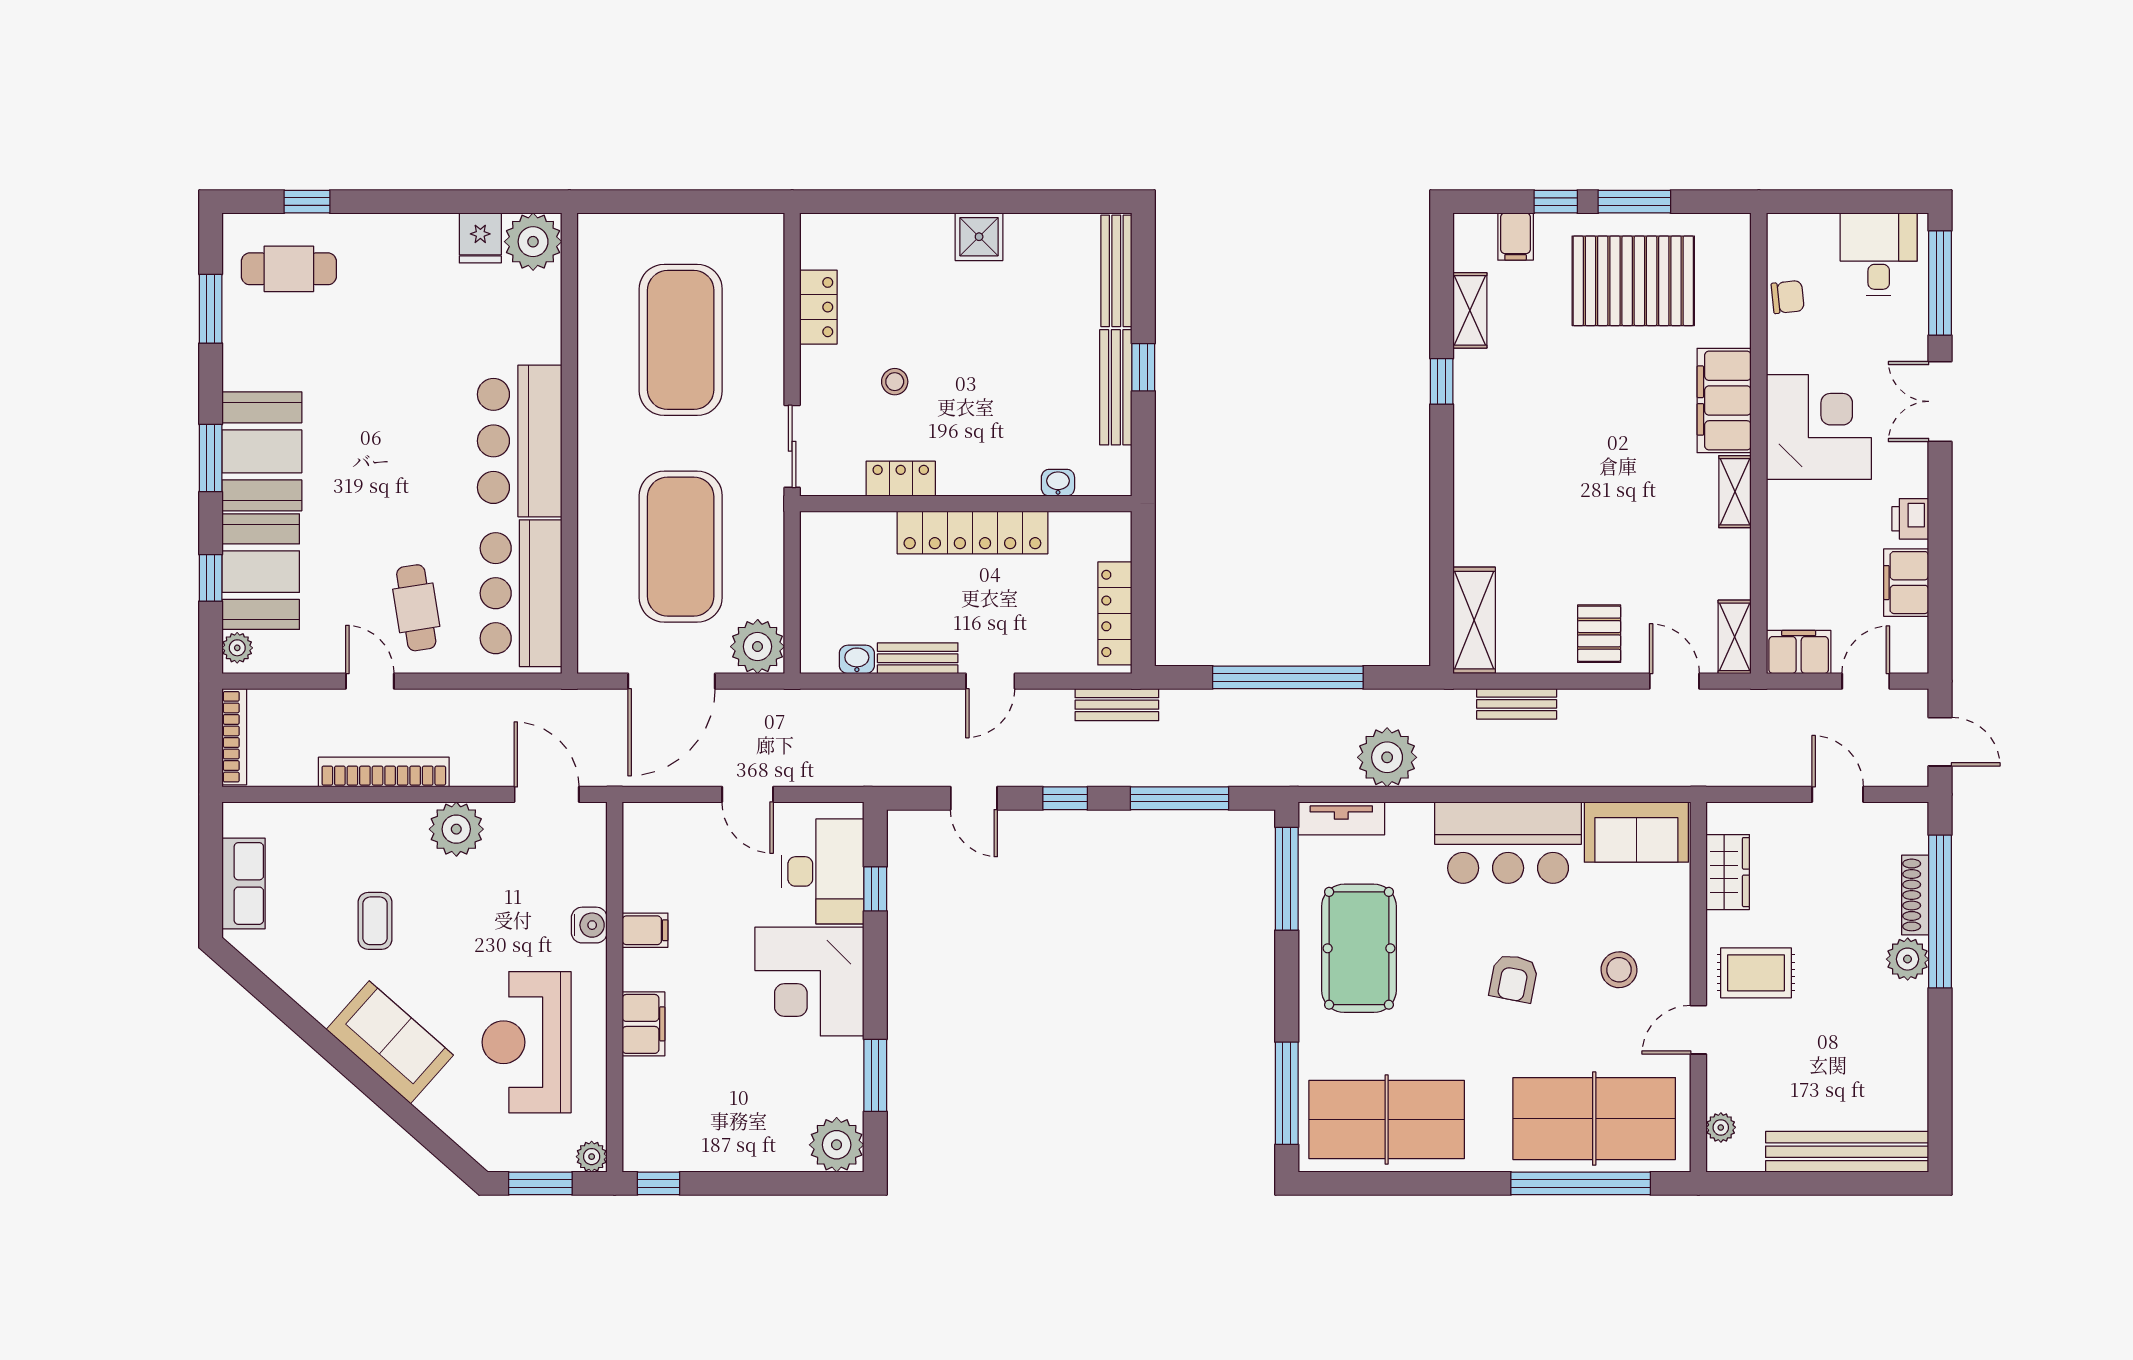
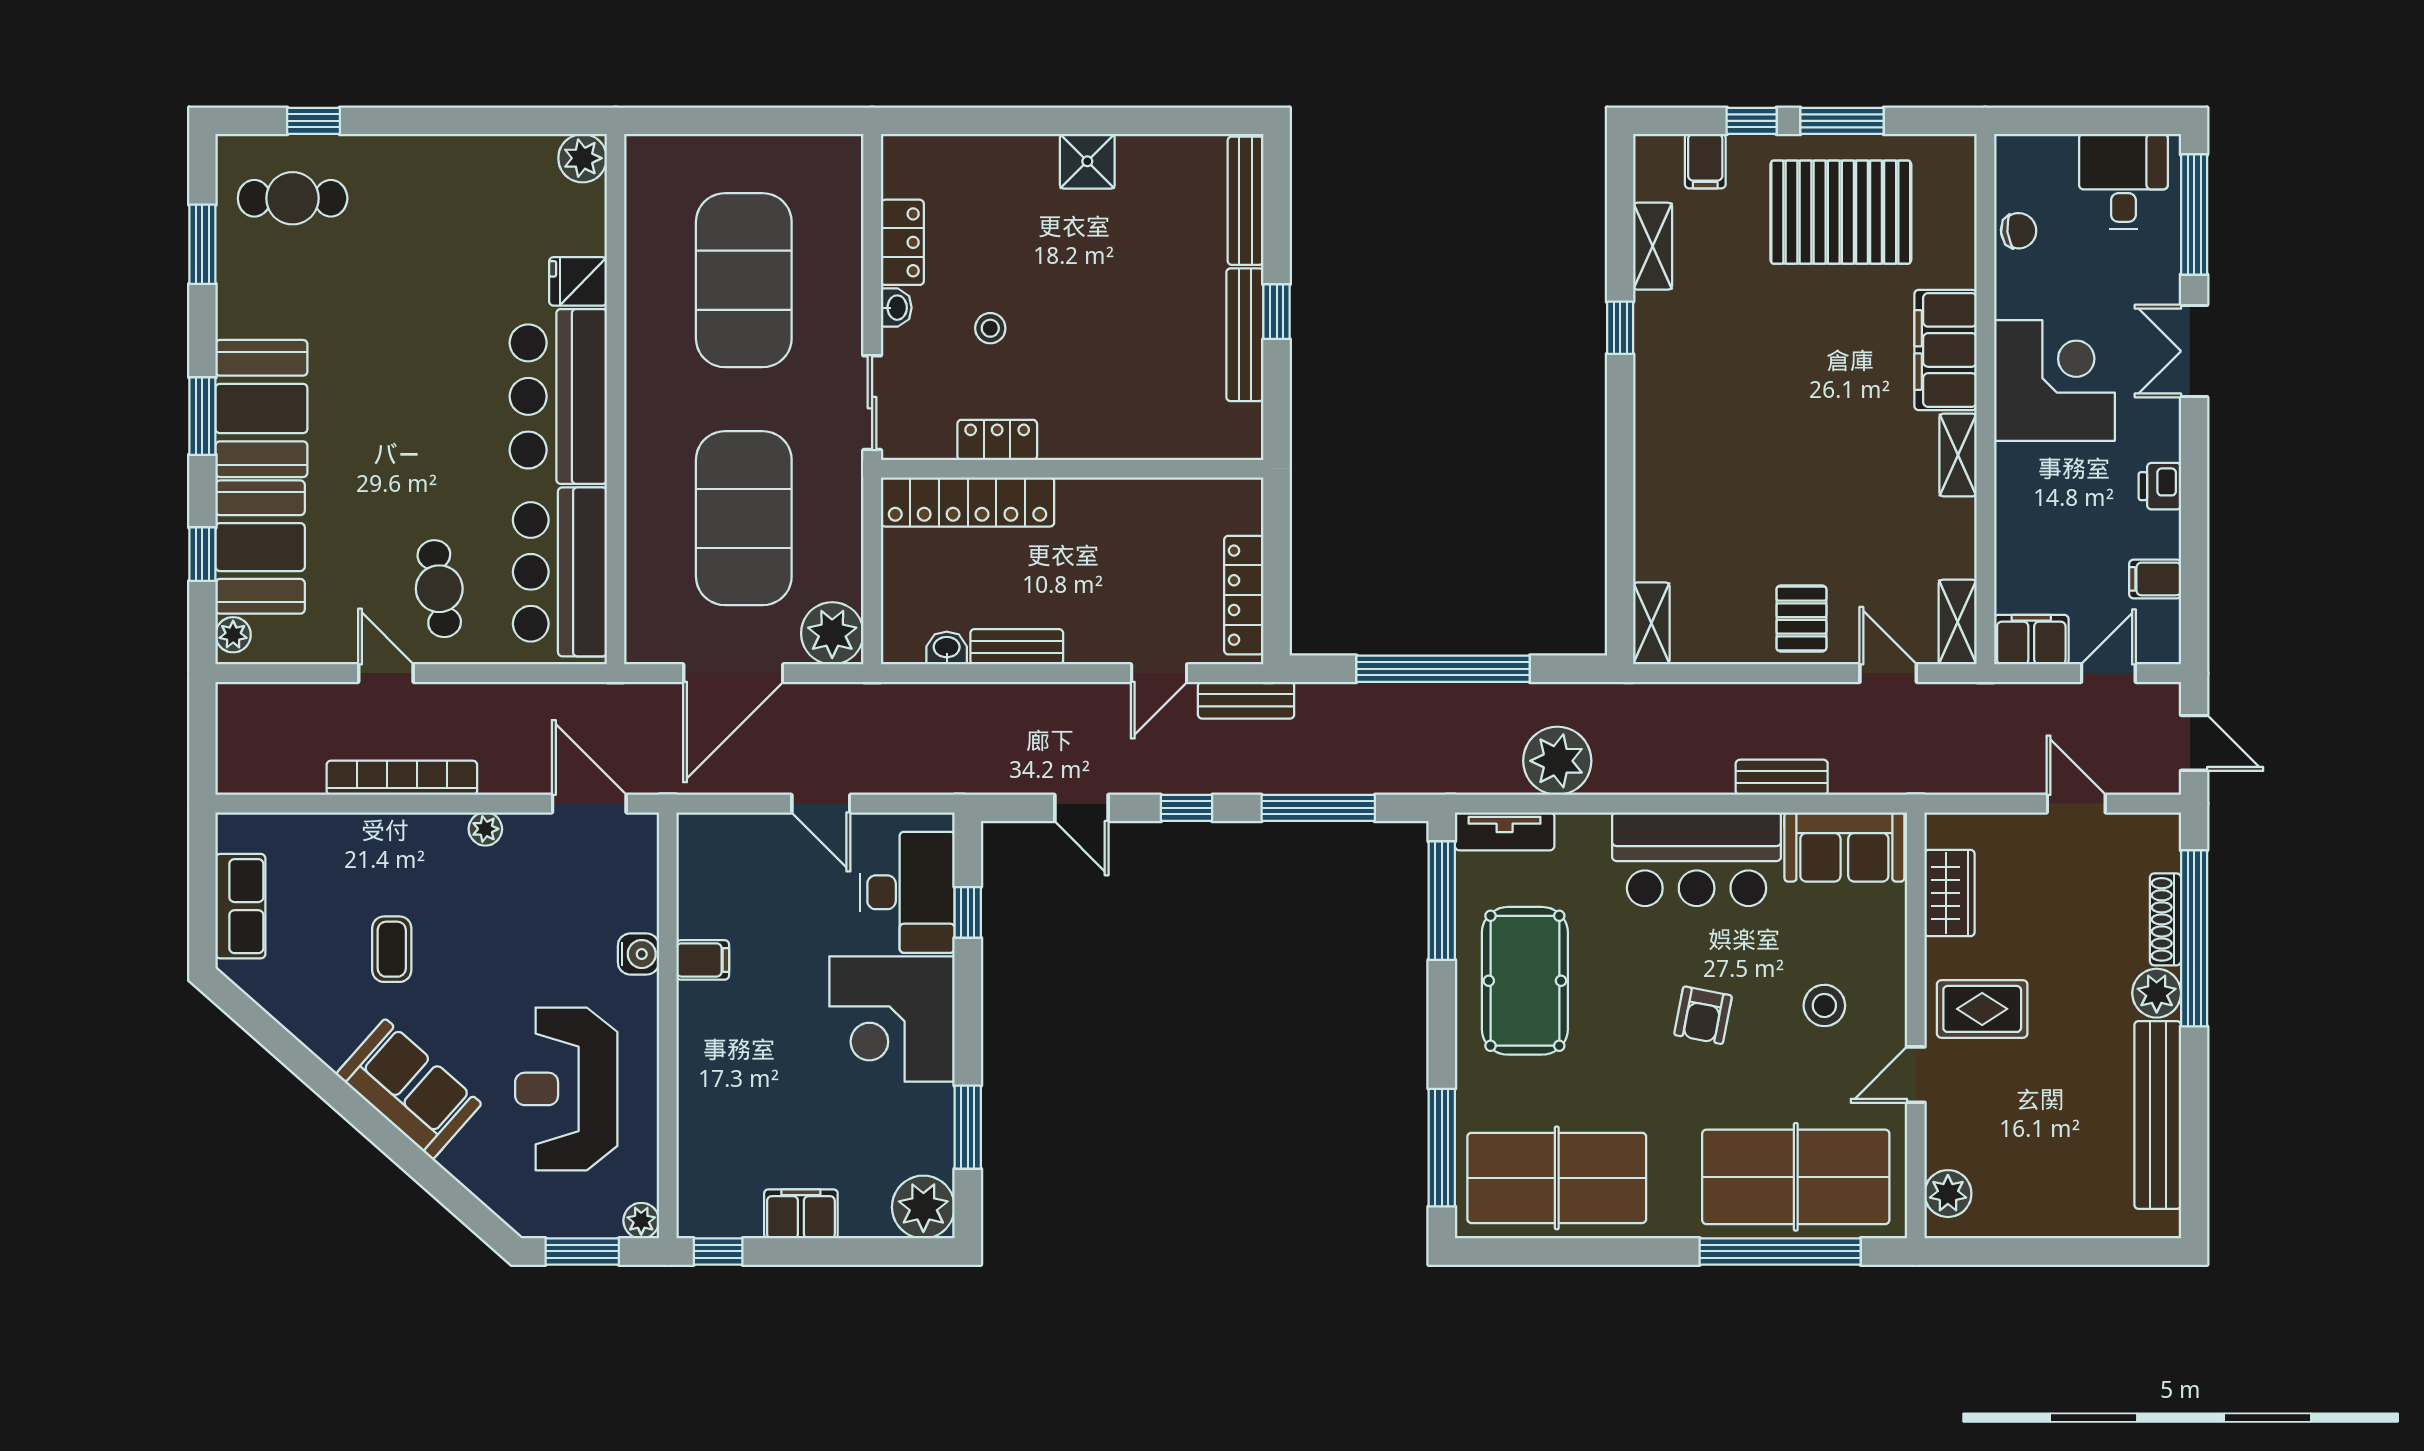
fridge: (480, 238) -> (578, 281), moved, turned 90
plant: (533, 242) -> (583, 158), width x0.73, depth x0.73
washbasin: (1058, 483) -> (896, 308), moved, turned 90
locker: (972, 533) -> (968, 502), moved
filing cabinet: (1906, 583) -> (2155, 579), width x0.50
shelving: (1474, 620) -> (1651, 623), width x0.67, depth x0.75
door: (990, 681) -> (1159, 673), moved
bench: (1517, 704) -> (1782, 777), moved
bookcase: (234, 737) -> (230, 737), removed
plant: (456, 829) -> (485, 829), width x0.53, depth x0.53
filing cabinet: (643, 1024) -> (801, 1214), moved, turned -90
plant: (1721, 1127) -> (1948, 1194), width x1.38, depth x1.38
bench: (1847, 1152) -> (2158, 1115), moved, turned 90

